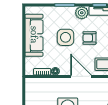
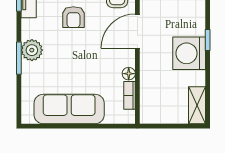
plant: (82, 13) -> (32, 50), moved
side table: (65, 37) -> (73, 57), removed

